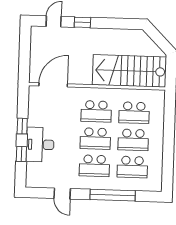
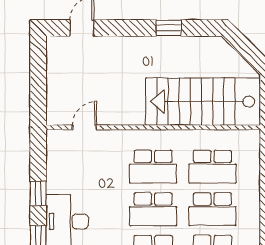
window: (82, 22) -> (169, 28), moved
door: (53, 85) -> (84, 127), width x0.53

